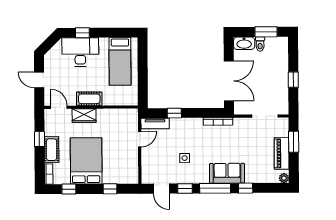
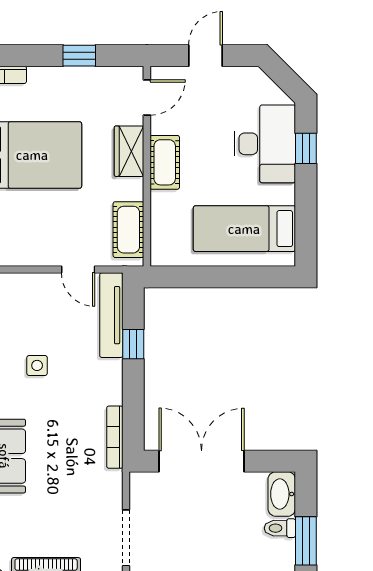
double door: (229, 81) -> (202, 461), swing flipped
tv unit: (155, 123) -> (111, 315), width x1.41
cot: (52, 150) -> (128, 230), moved, turned 90

